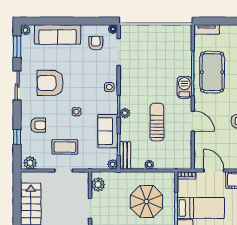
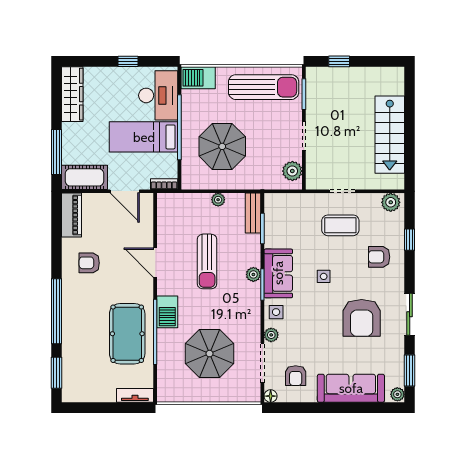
parasol: (155, 58) -> (210, 354), added
armchair: (50, 83) -> (362, 318), turned 90
sofa: (108, 131) -> (278, 273), moved
plant: (113, 164) -> (271, 335), moved

